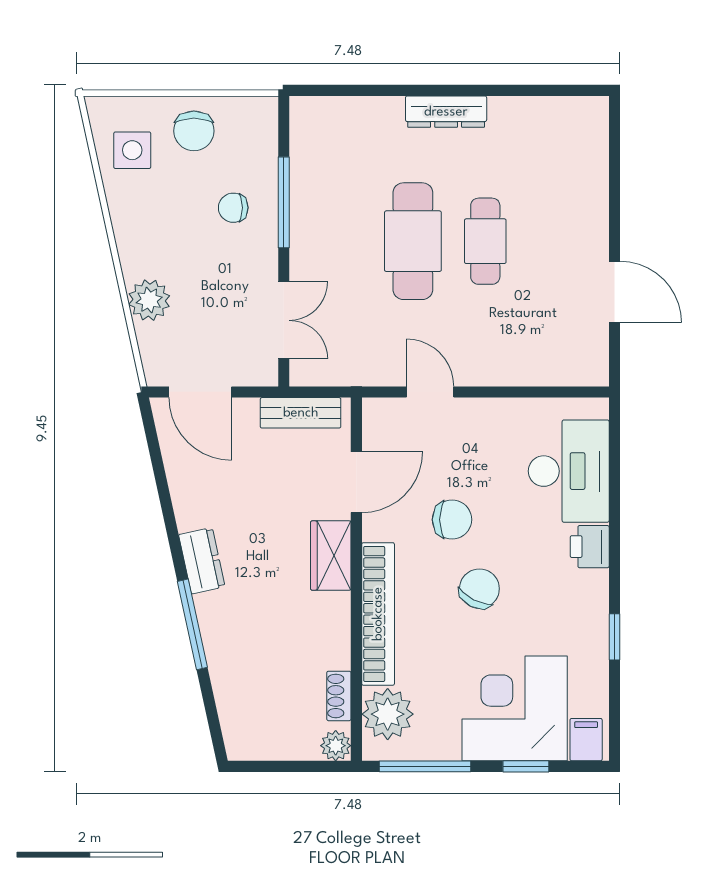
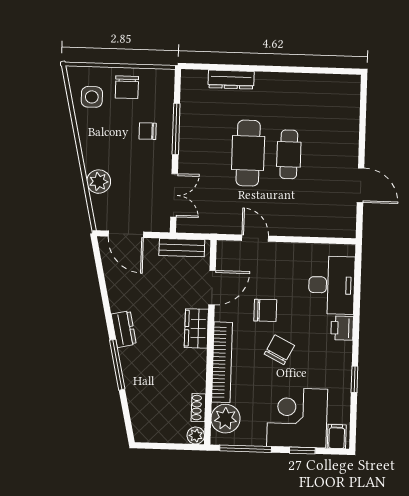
dresser: (446, 112) -> (231, 80), moved

